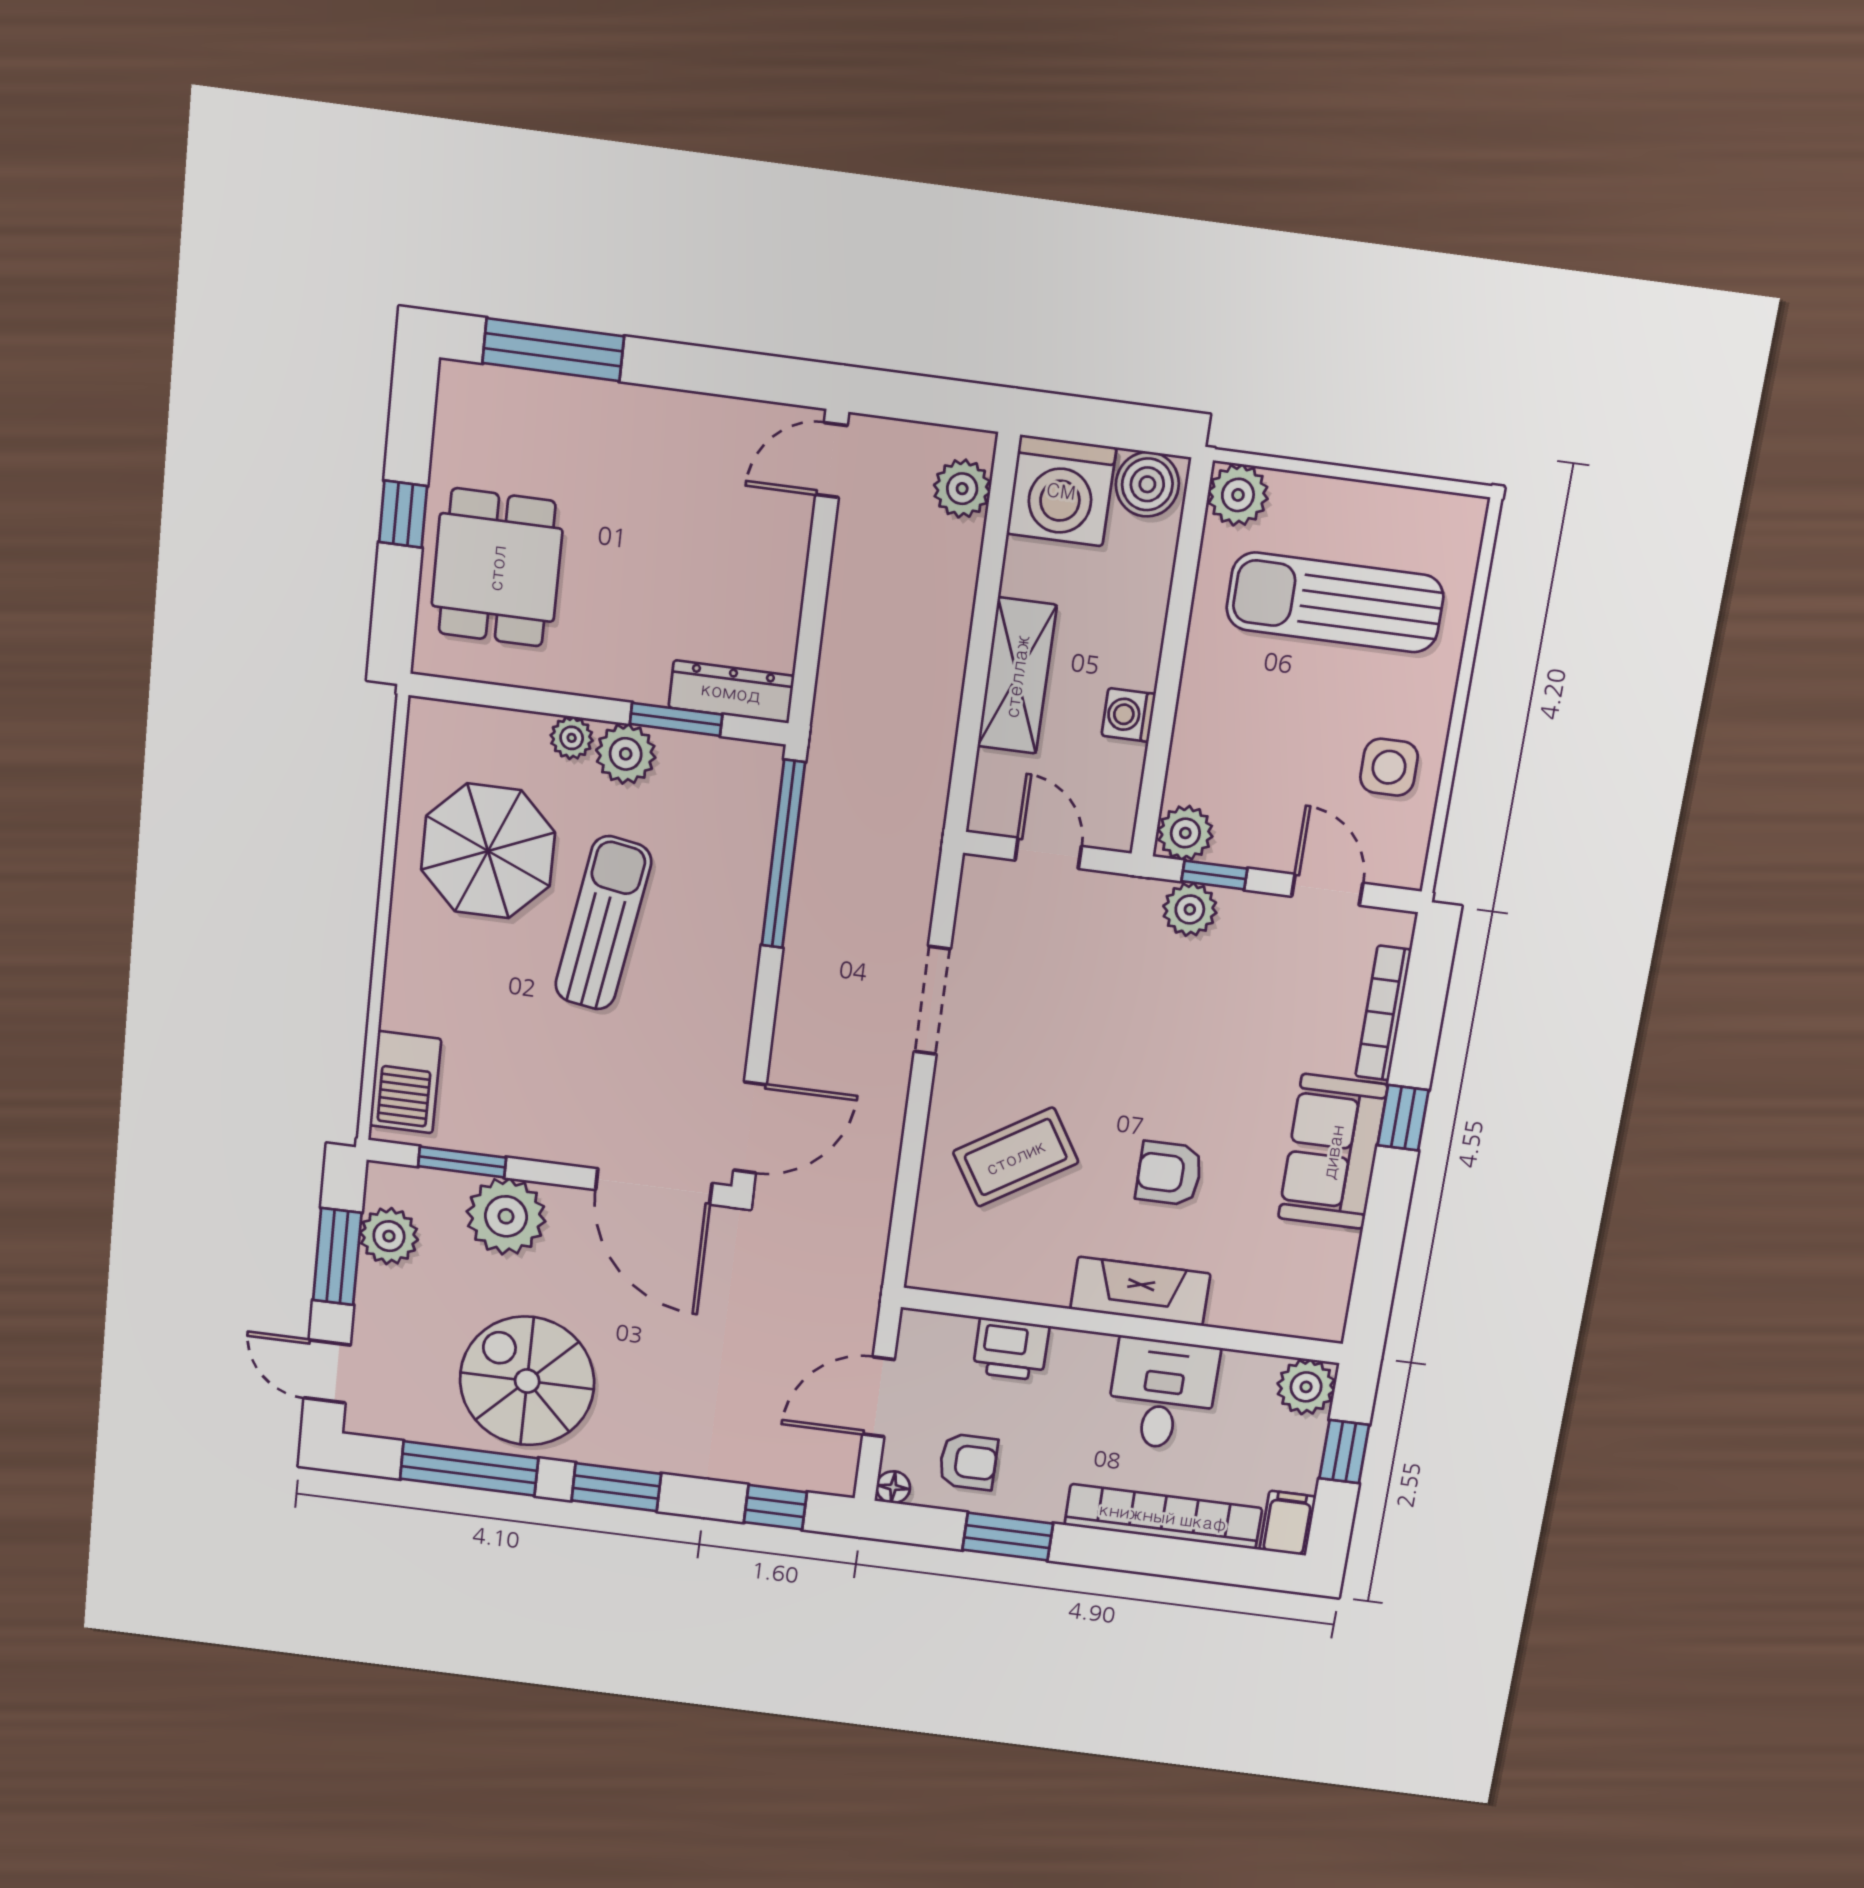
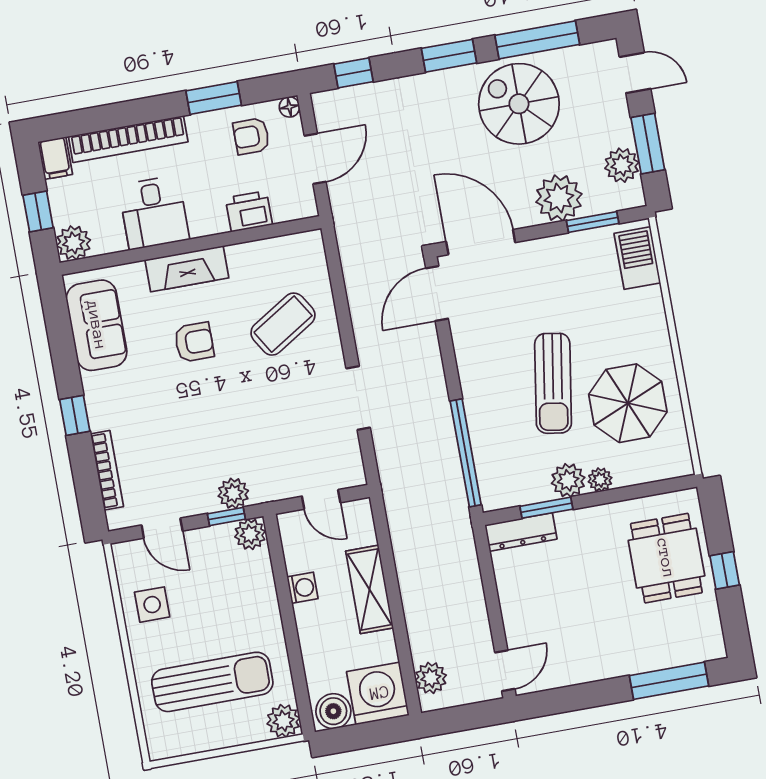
sofa: (1333, 1152) -> (97, 325), moved
spiral stairs: (527, 1381) -> (519, 104), turned 180

